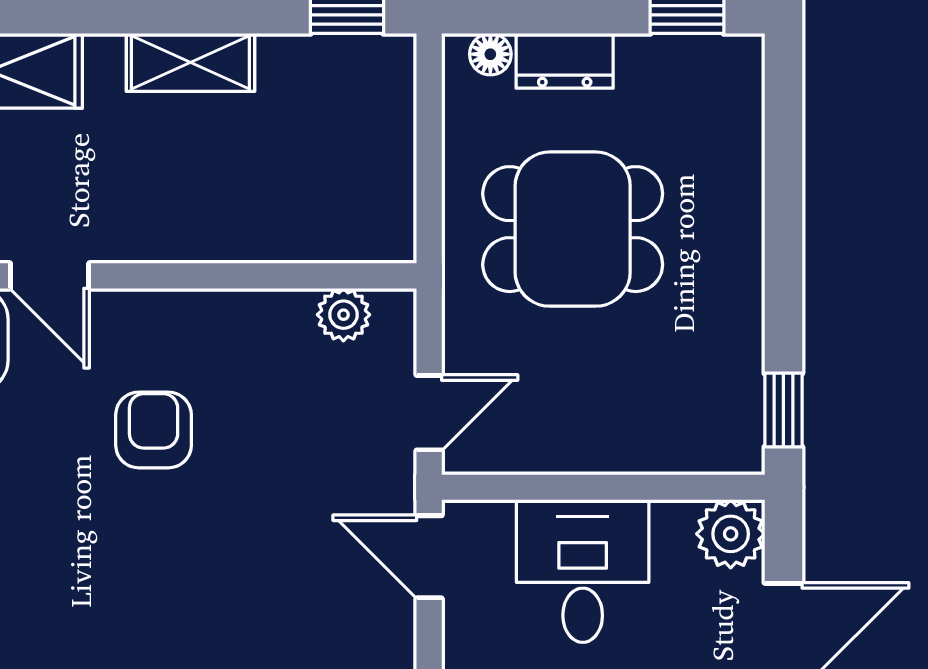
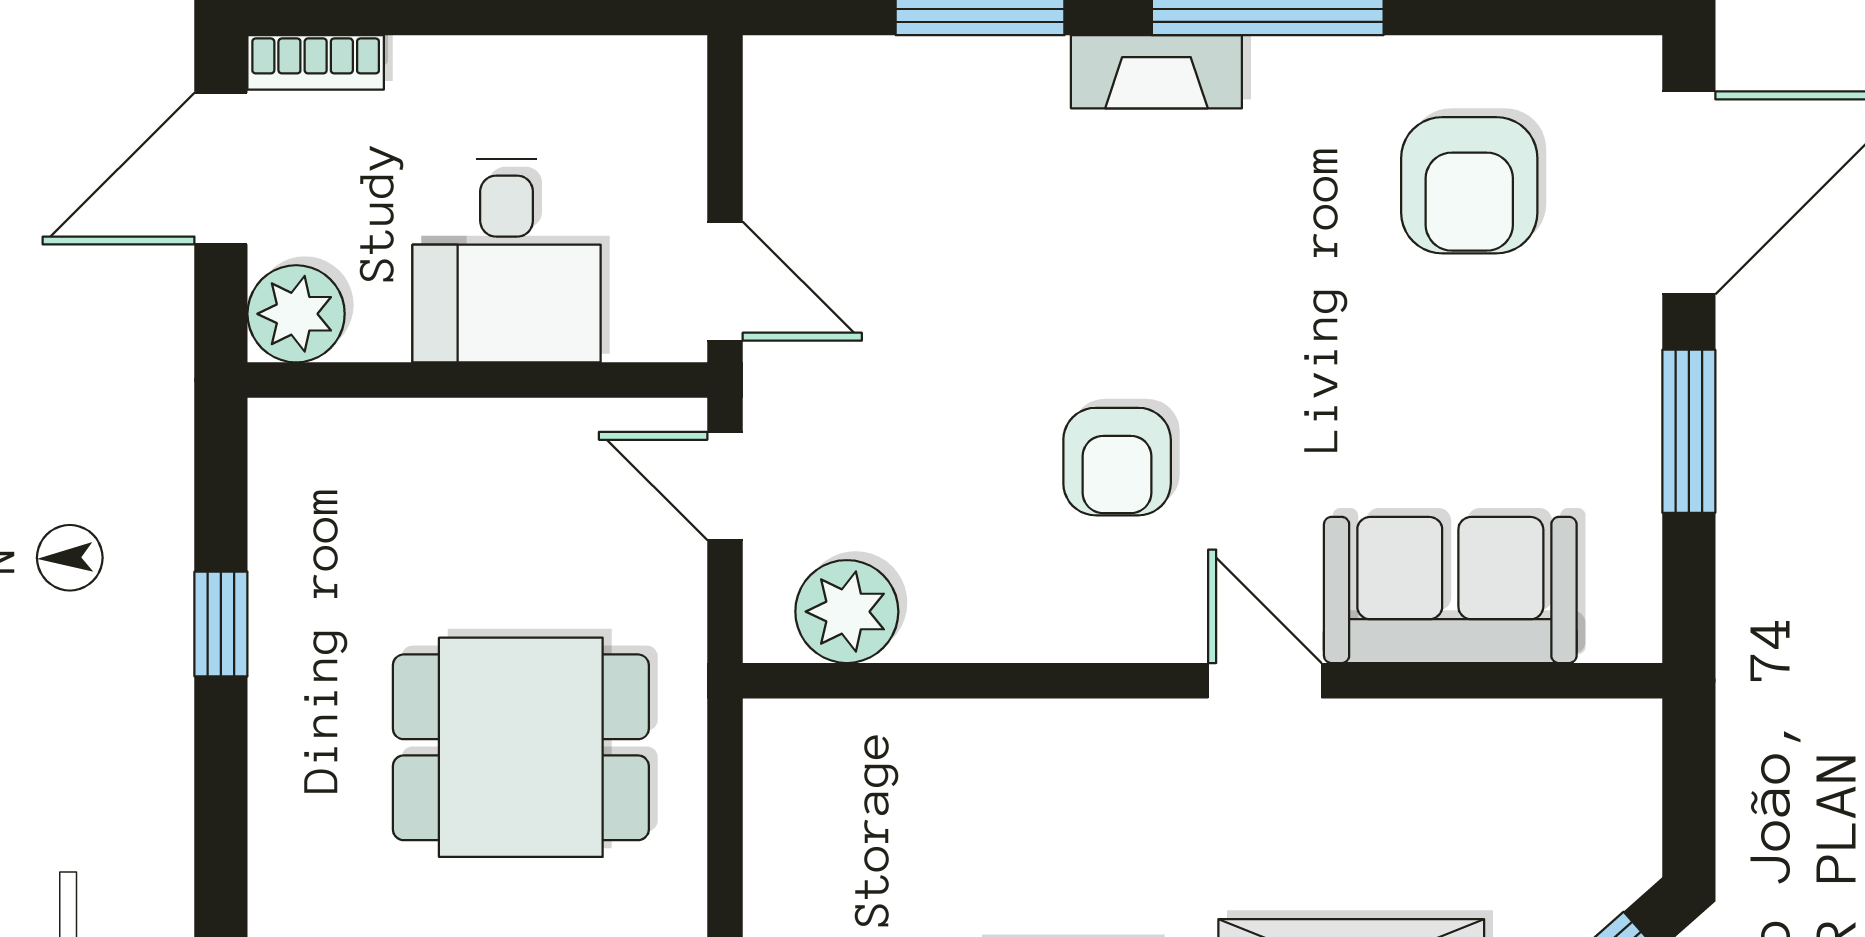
plant: (343, 315) -> (847, 612), width x1.38, depth x1.38
window: (783, 410) -> (221, 624), moved
door: (429, 413) -> (725, 486), hinge flipped

